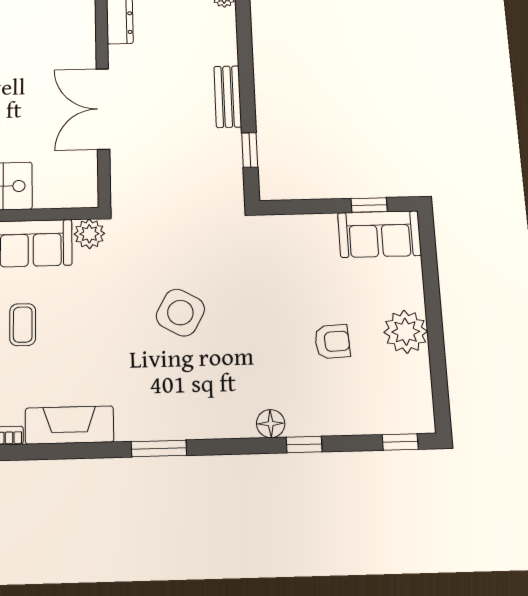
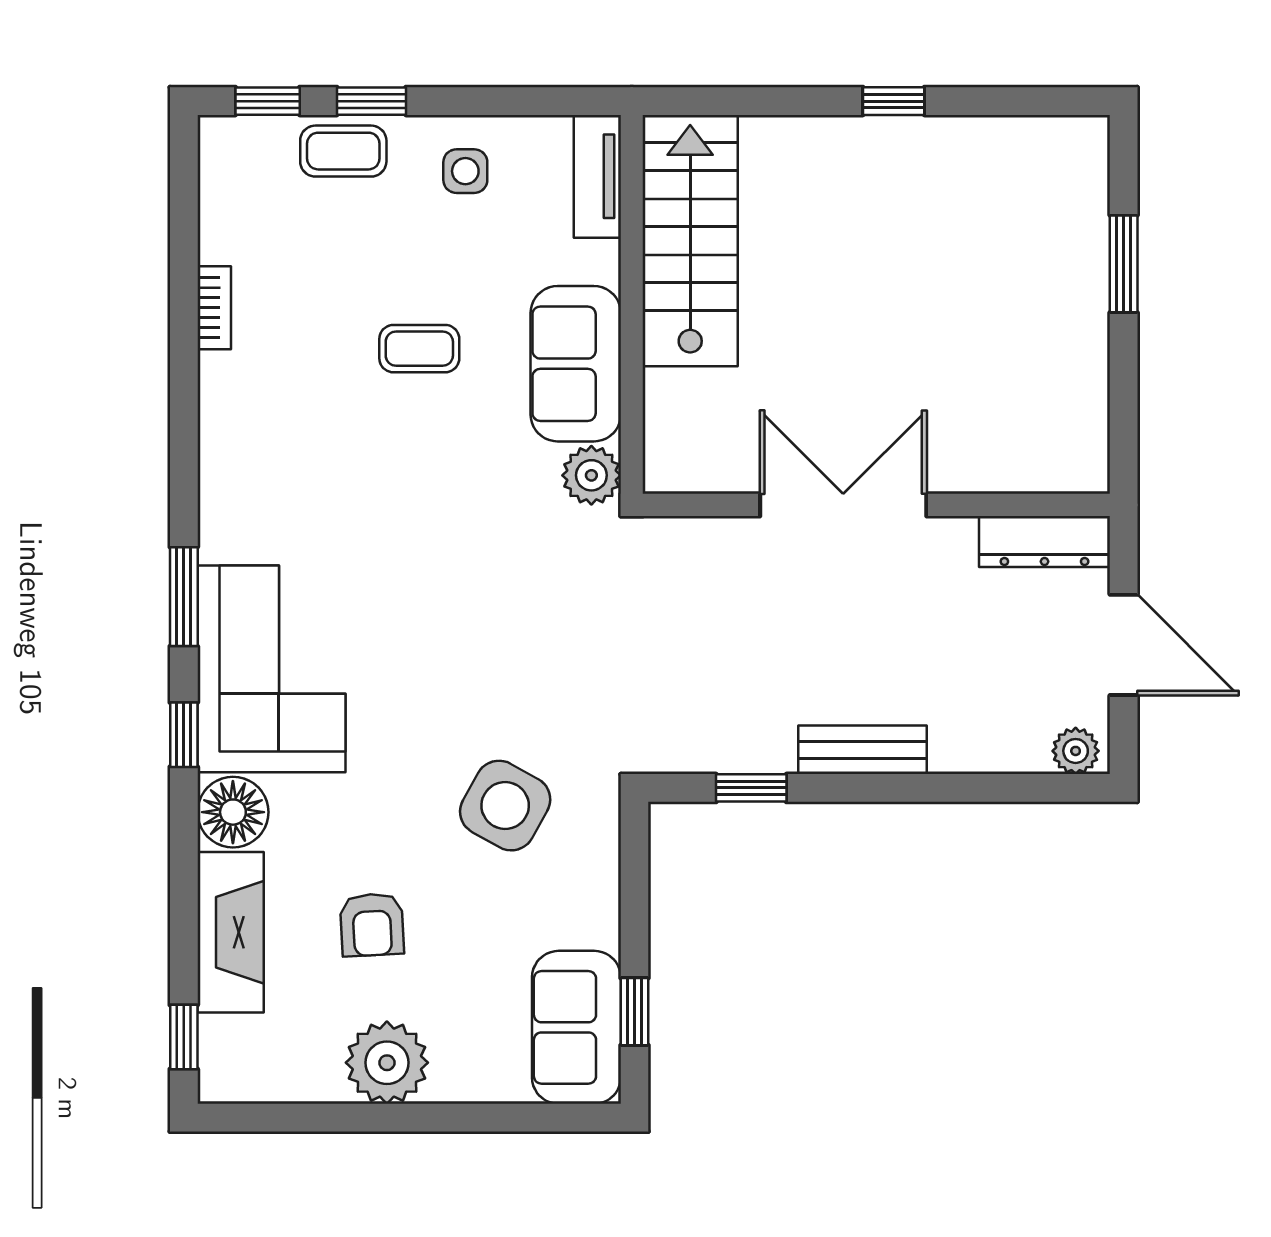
side table: (180, 313) -> (505, 806), moved
corner sofa: (197, 399) -> (271, 669), added
floor lamp: (271, 424) -> (233, 812), width x1.38, depth x1.38
fireplace: (69, 425) -> (231, 932), moved
window: (304, 445) -> (184, 735), moved

